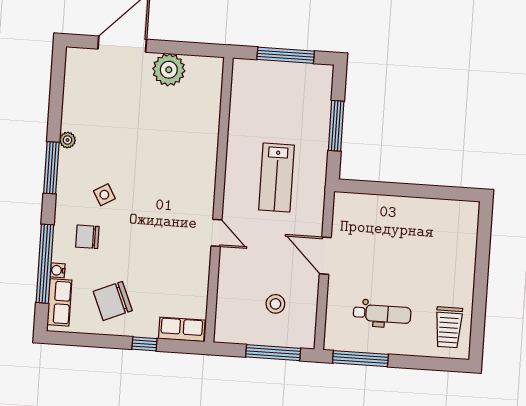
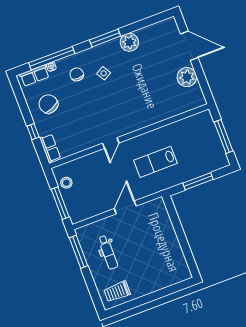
plant: (68, 140) -> (129, 42), width x1.88, depth x1.88
stool: (275, 304) -> (66, 183), moved

